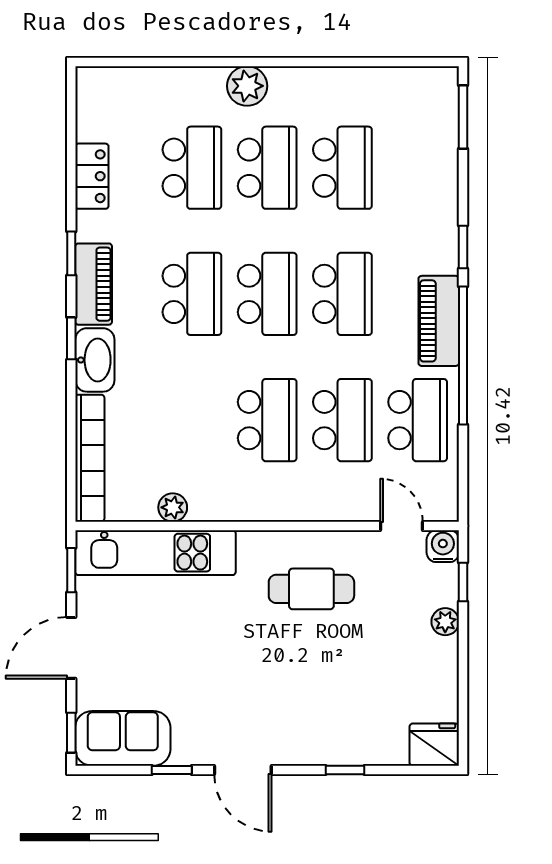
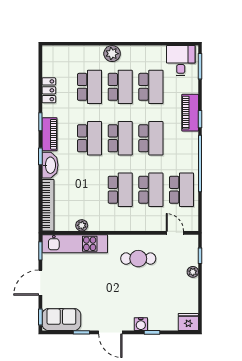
desk: (416, 103) -> (181, 61), added
piano: (439, 321) -> (190, 113), moved
water cooler: (443, 546) -> (141, 324), moved, turned 180

